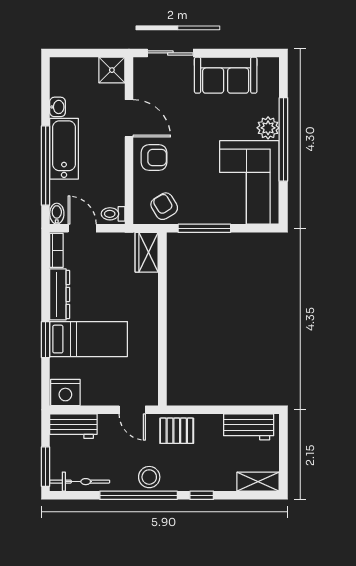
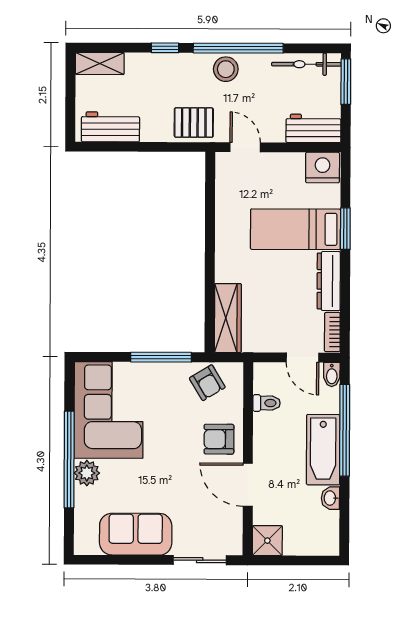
toilet: (113, 214) -> (267, 403), moved
wardrobe: (147, 252) -> (228, 318), width x1.50

